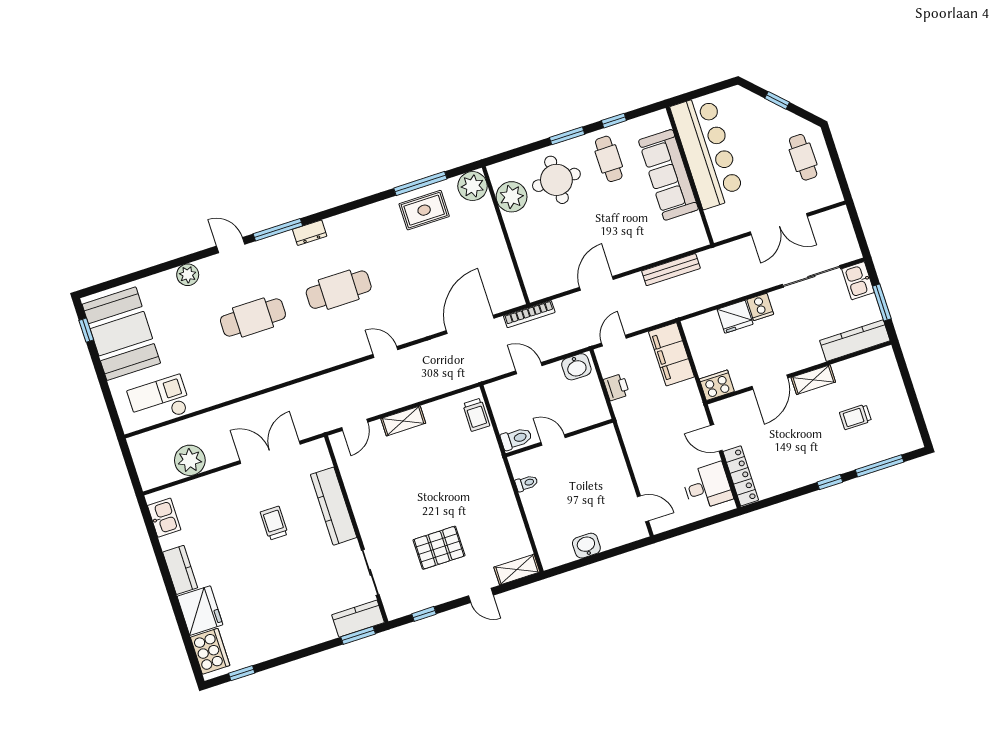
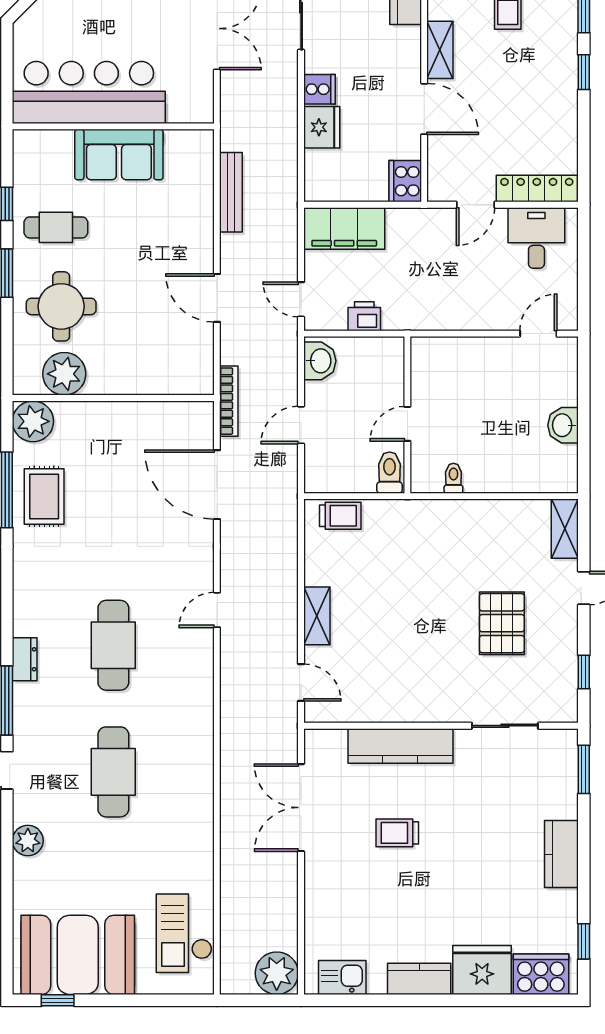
sofa: (668, 175) -> (119, 155), width x0.73
plant: (190, 460) -> (277, 973), moved
kitchen counter: (358, 619) -> (561, 854), moved

